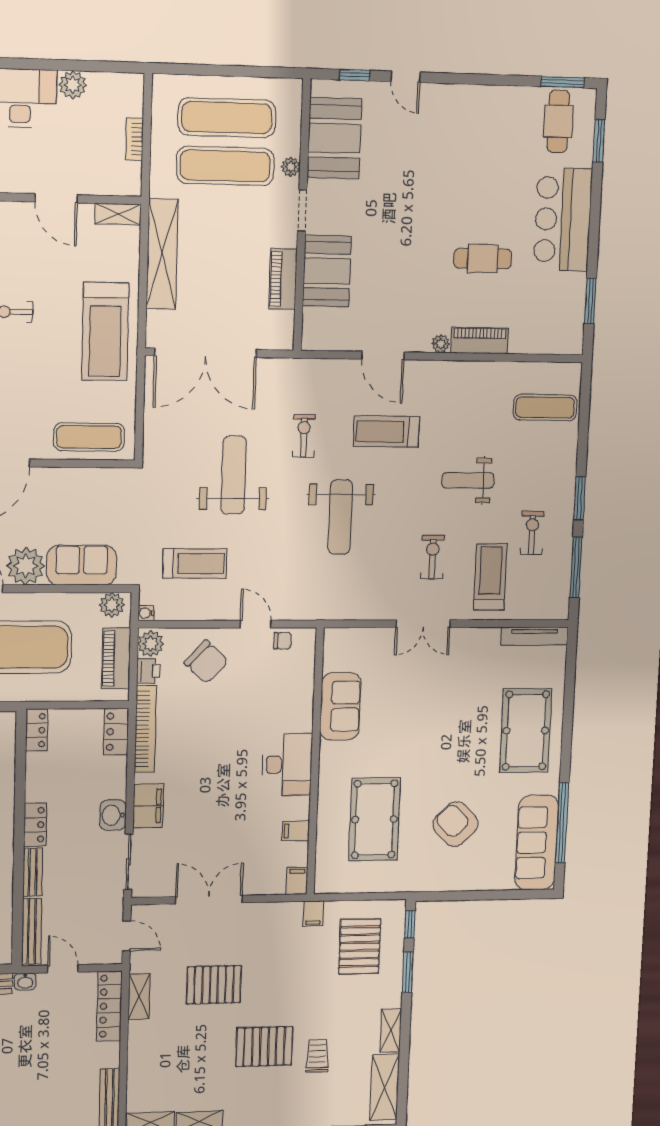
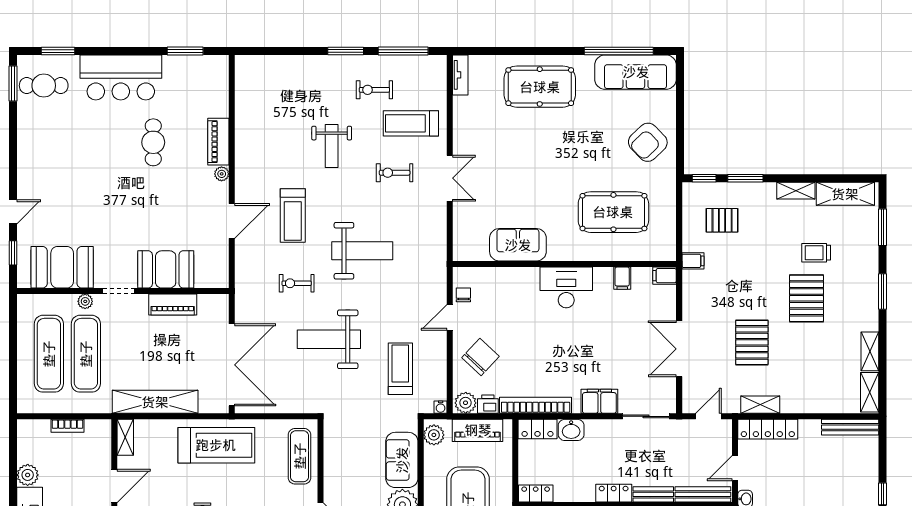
exercise mat: (545, 407) -> (272, 84), removed
tv unit: (535, 636) -> (460, 75), width x0.71
washbasin: (113, 815) -> (571, 430), moved
armchair: (455, 824) -> (648, 142), moved
pallet: (360, 947) -> (722, 220), width x0.67, depth x0.71

